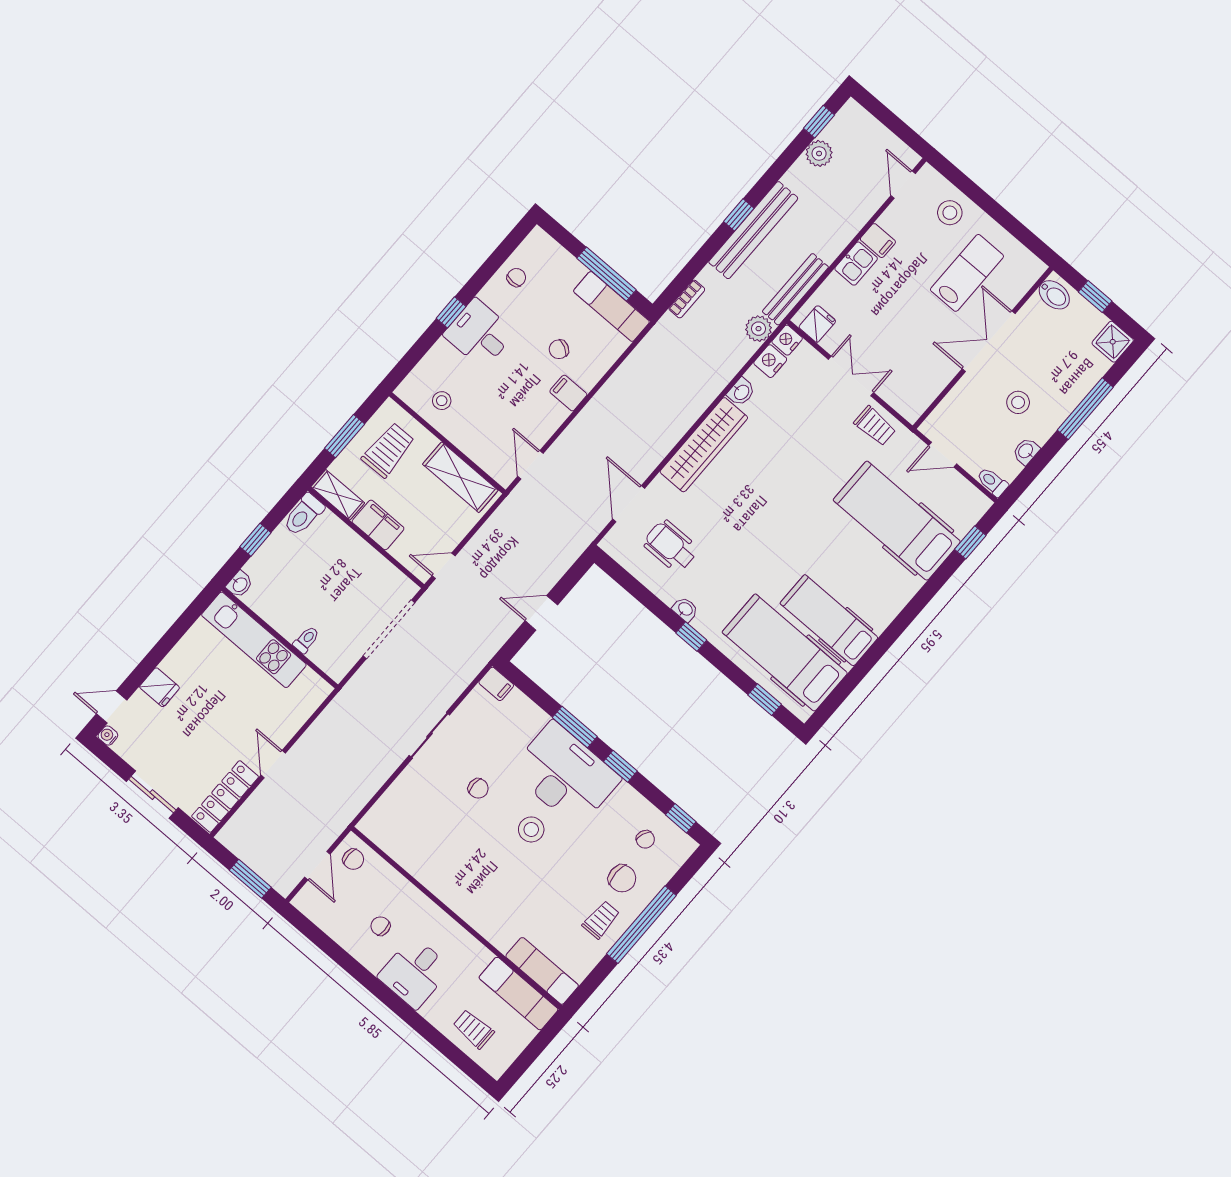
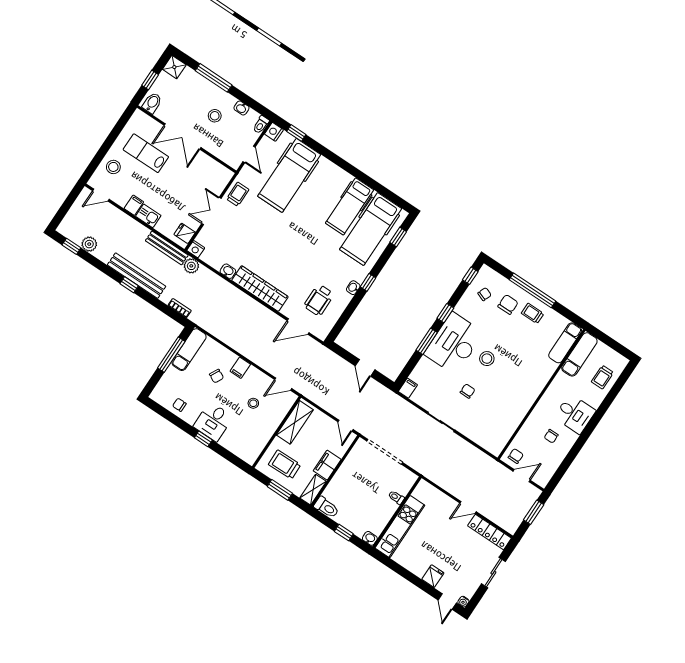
nightstand: (770, 361) -> (274, 132), moved, turned 90
stool: (442, 401) -> (253, 403), moved

